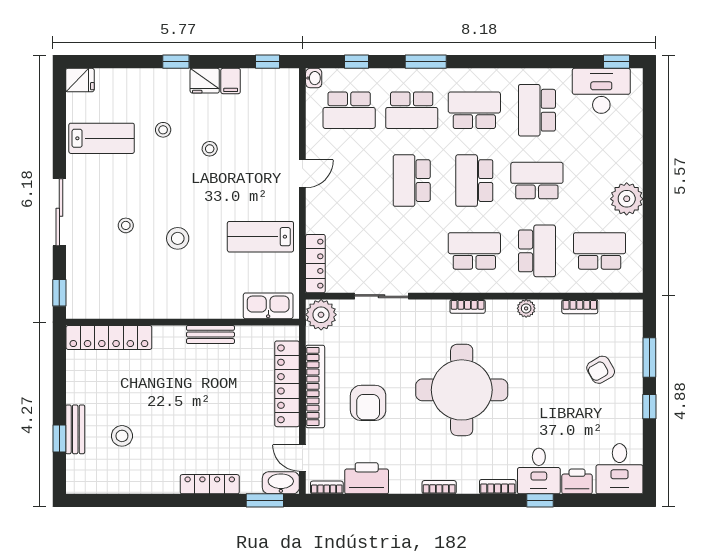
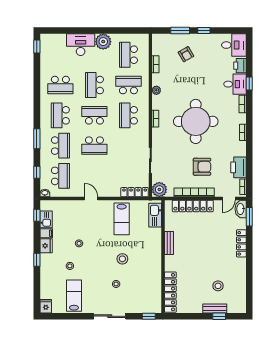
kitchen sink: (259, 81) -> (46, 219), added
desk: (601, 91) -> (81, 45), moved, turned 90
school desk: (474, 181) -> (94, 115), turned 180

